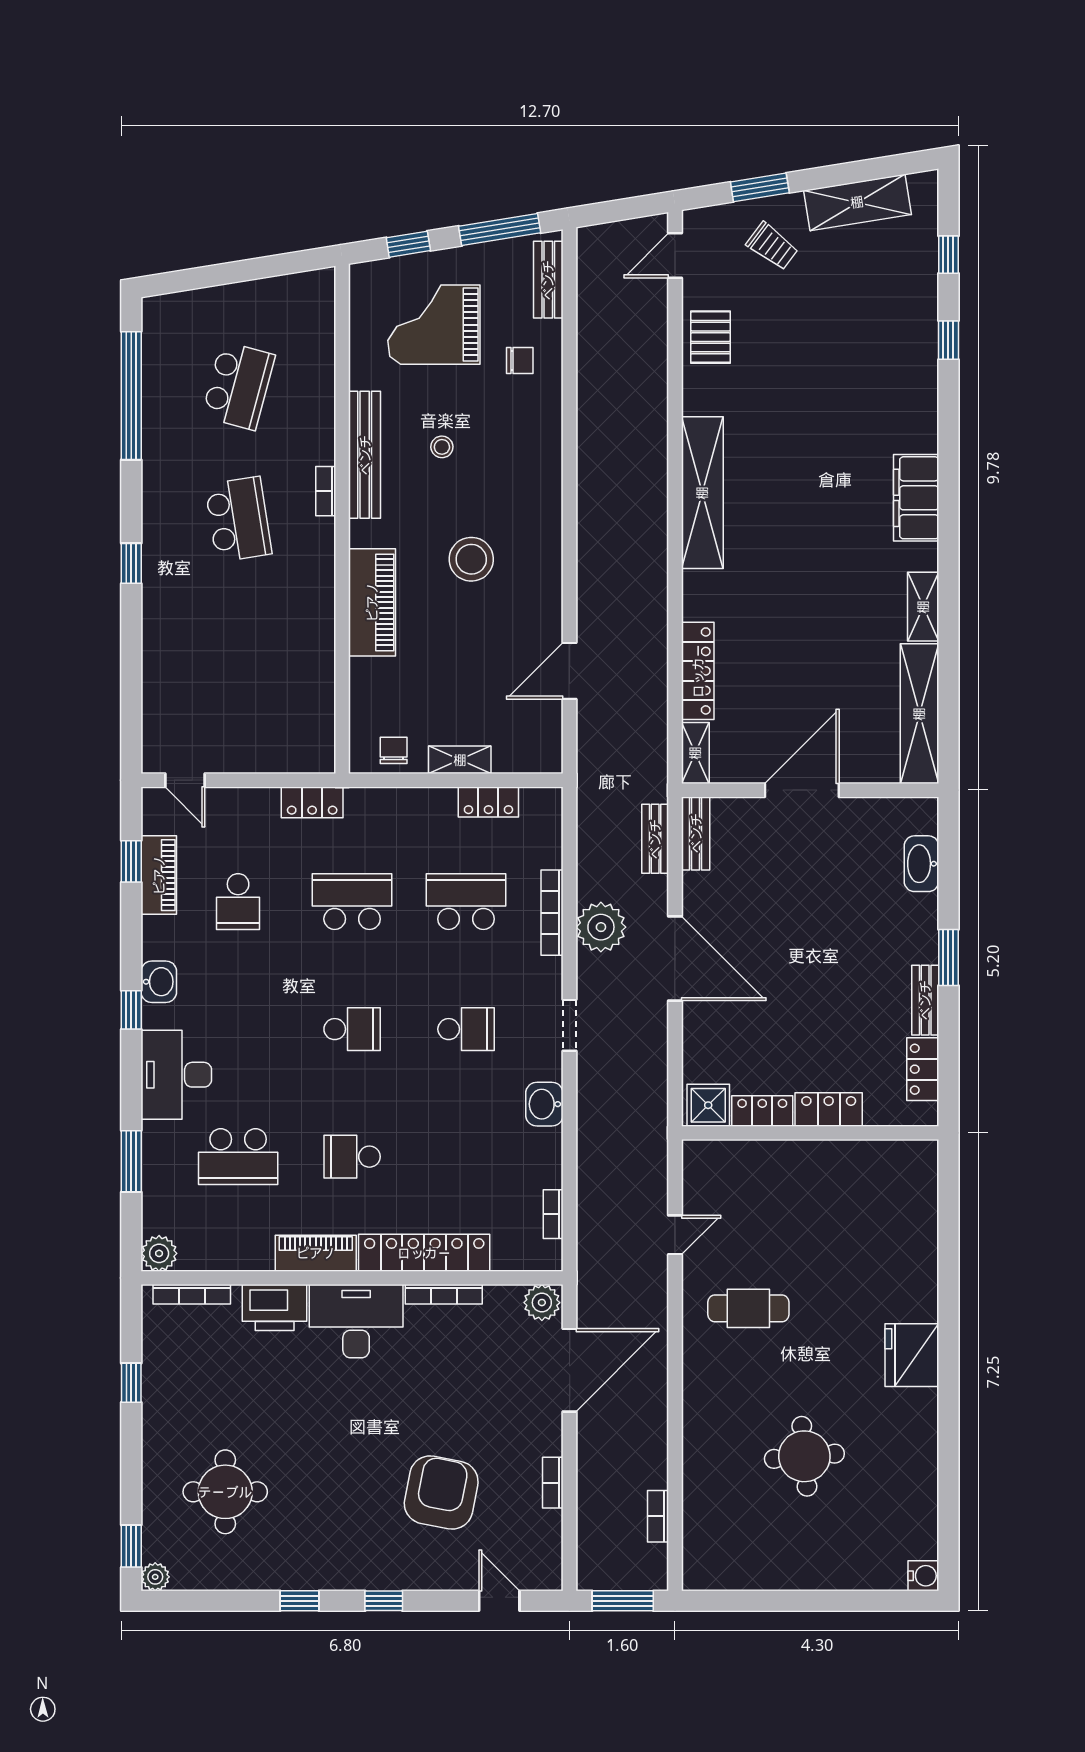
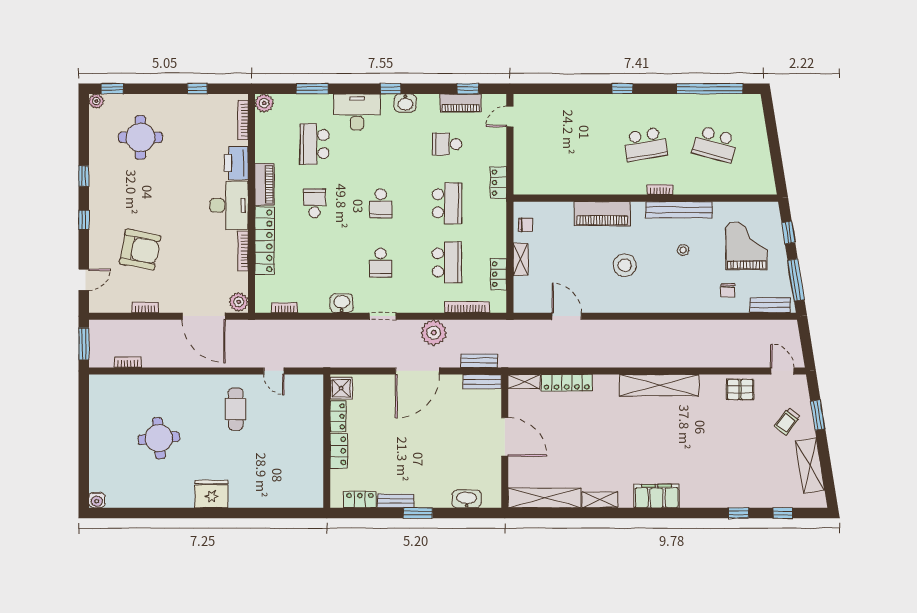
bookcase: (552, 913) -> (467, 307), moved

